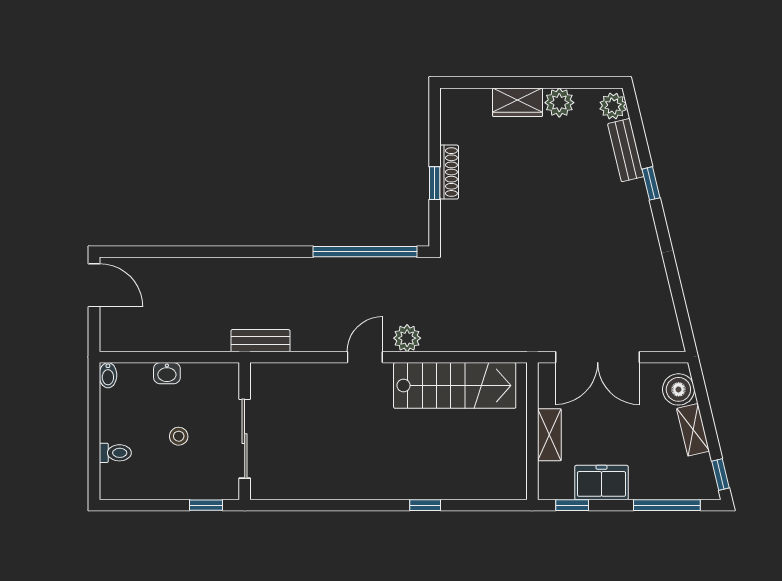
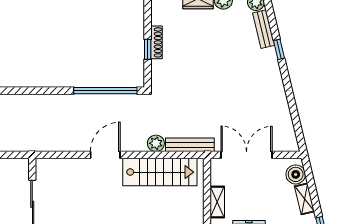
plant: (407, 338) -> (156, 143), moved
bench: (260, 341) -> (190, 145), moved, width x1.36
door: (365, 357) -> (105, 155), width x1.38
double door: (598, 357) -> (247, 155), swing flipped

